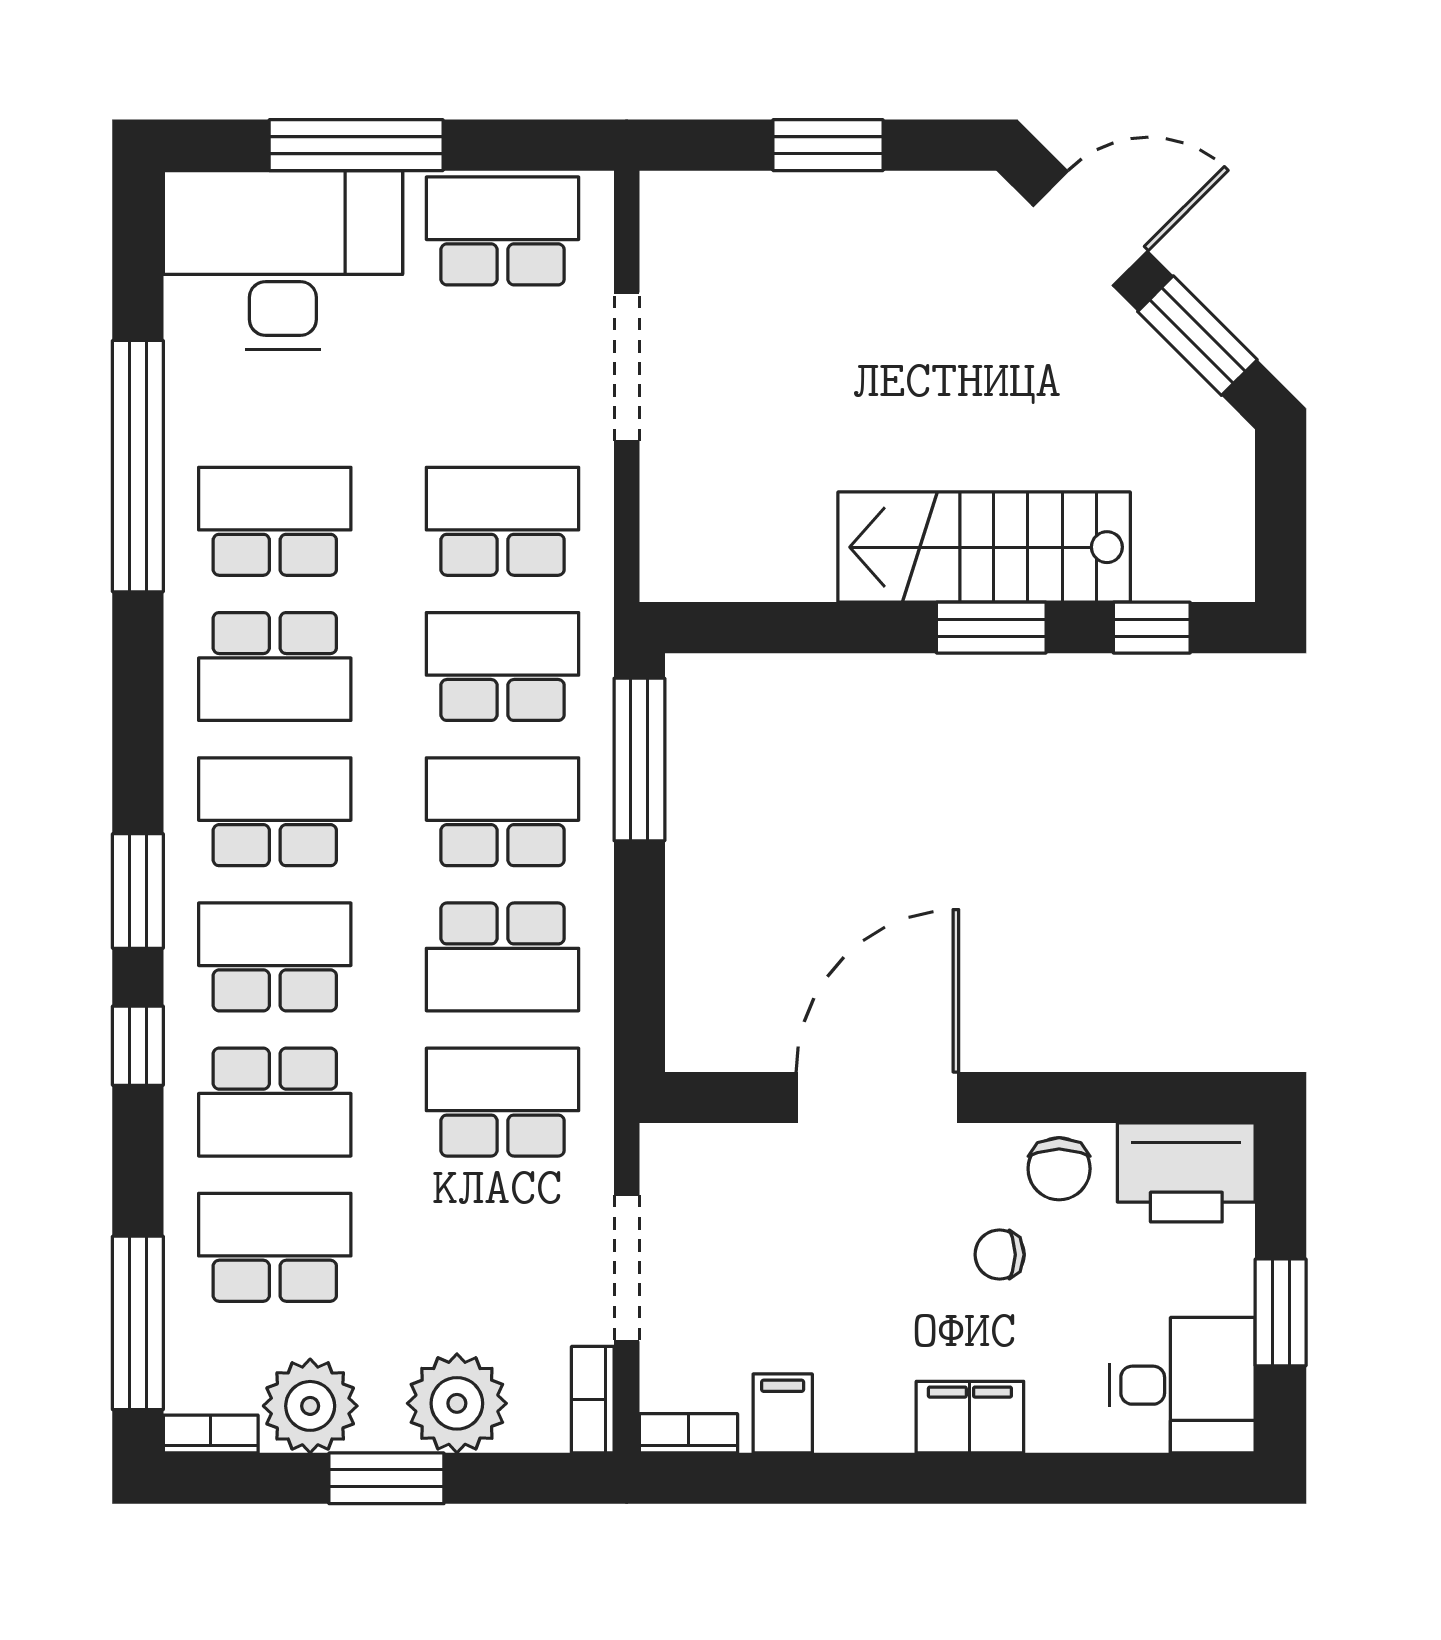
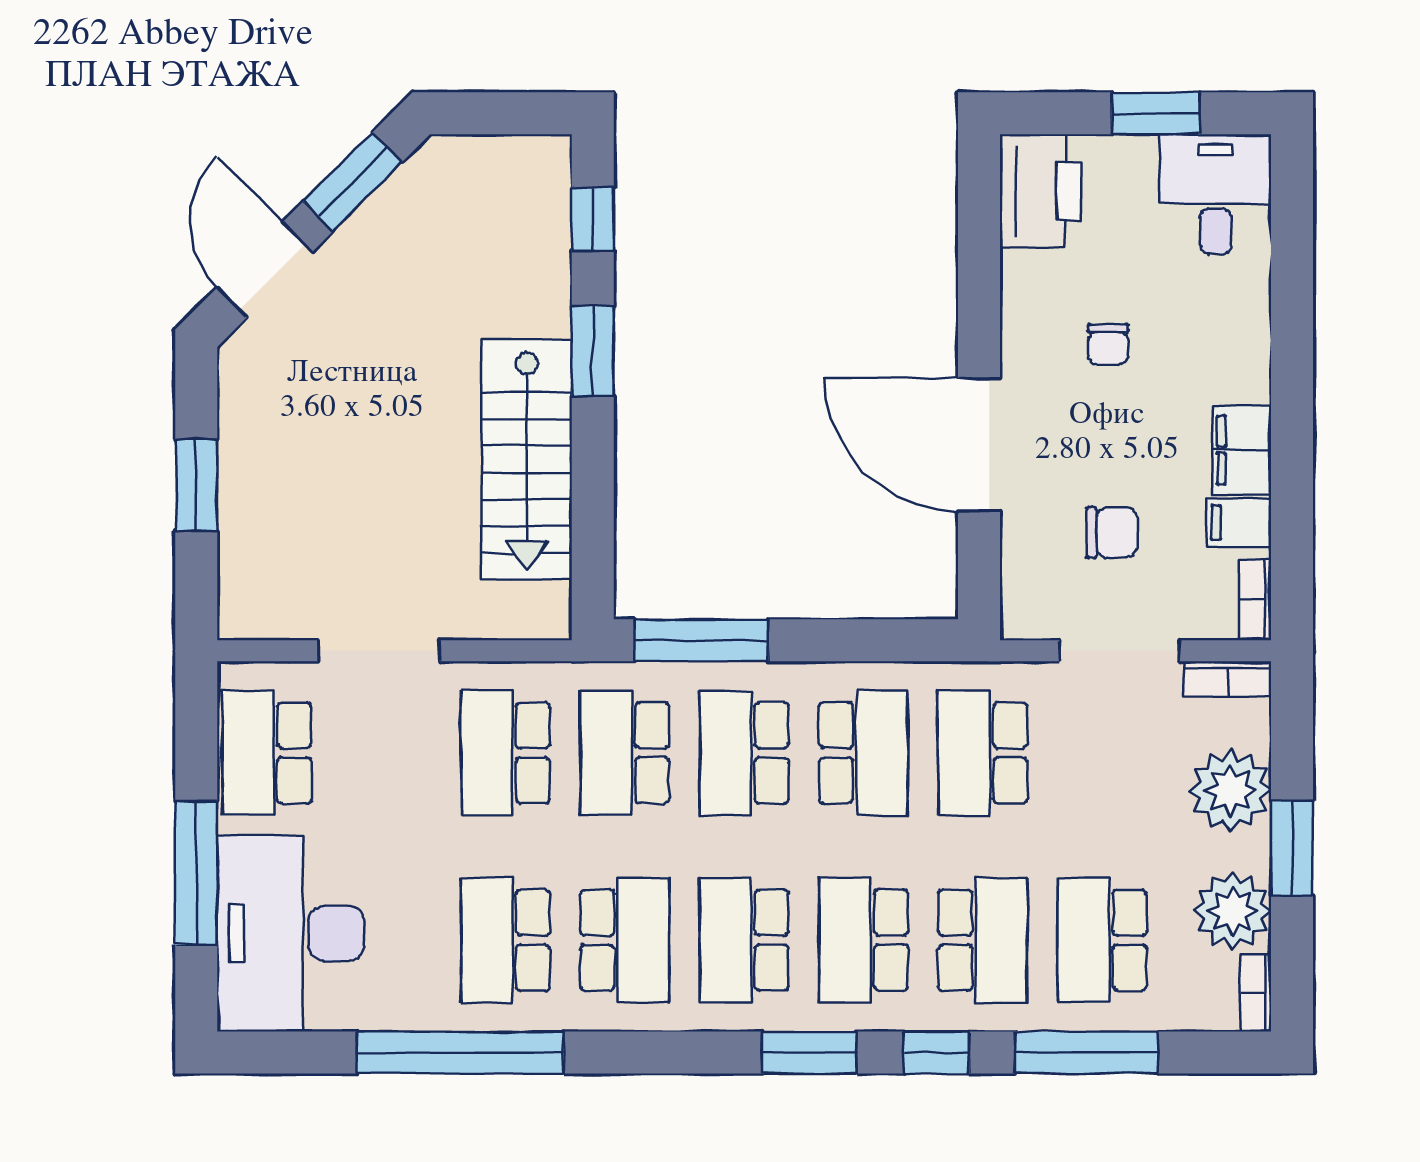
stairs: (984, 547) -> (527, 460), moved
chair: (1059, 1169) -> (1112, 533), moved
window: (138, 1323) -> (1086, 1053), moved
filing cabinet: (970, 1417) -> (1242, 450), moved

